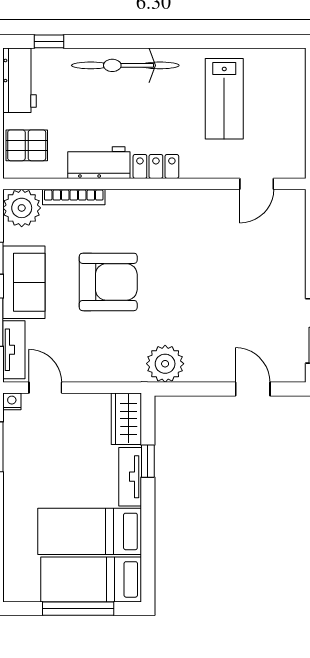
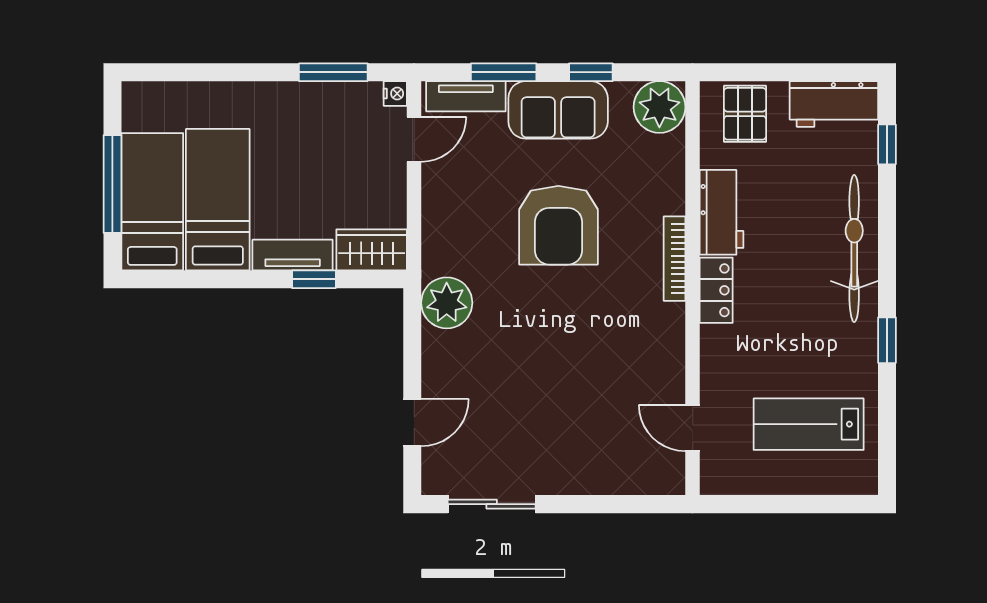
window: (192, 41) -> (887, 340), added
lab bench: (224, 99) -> (809, 424), moved
bookcase: (74, 197) -> (675, 259), moved

